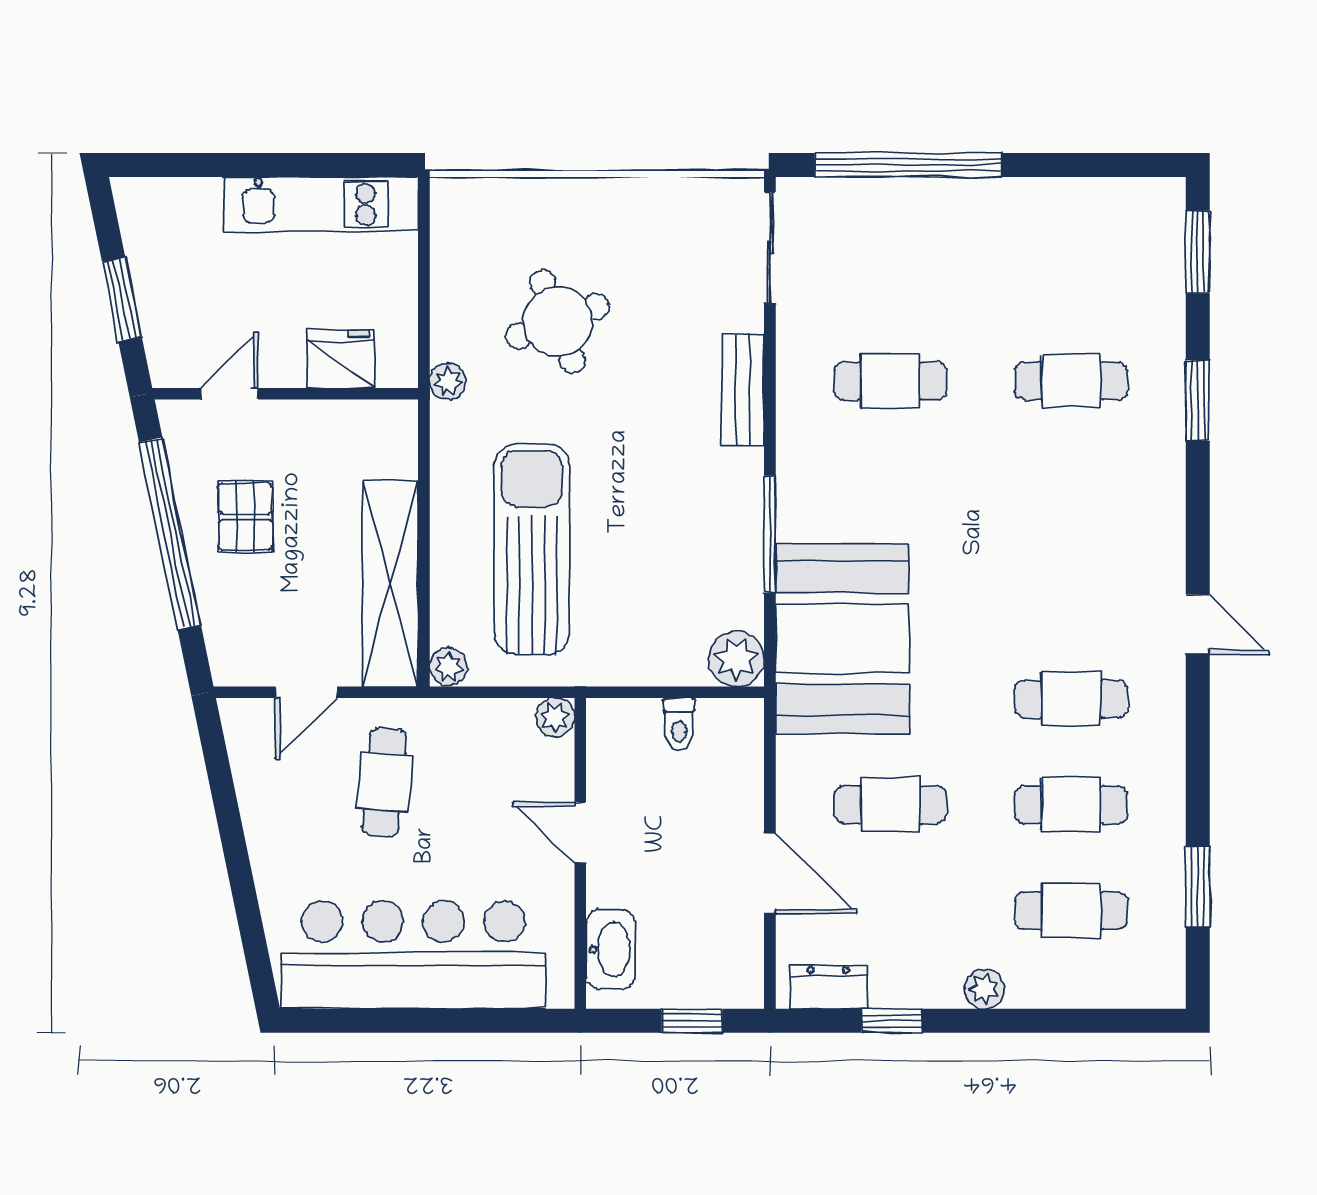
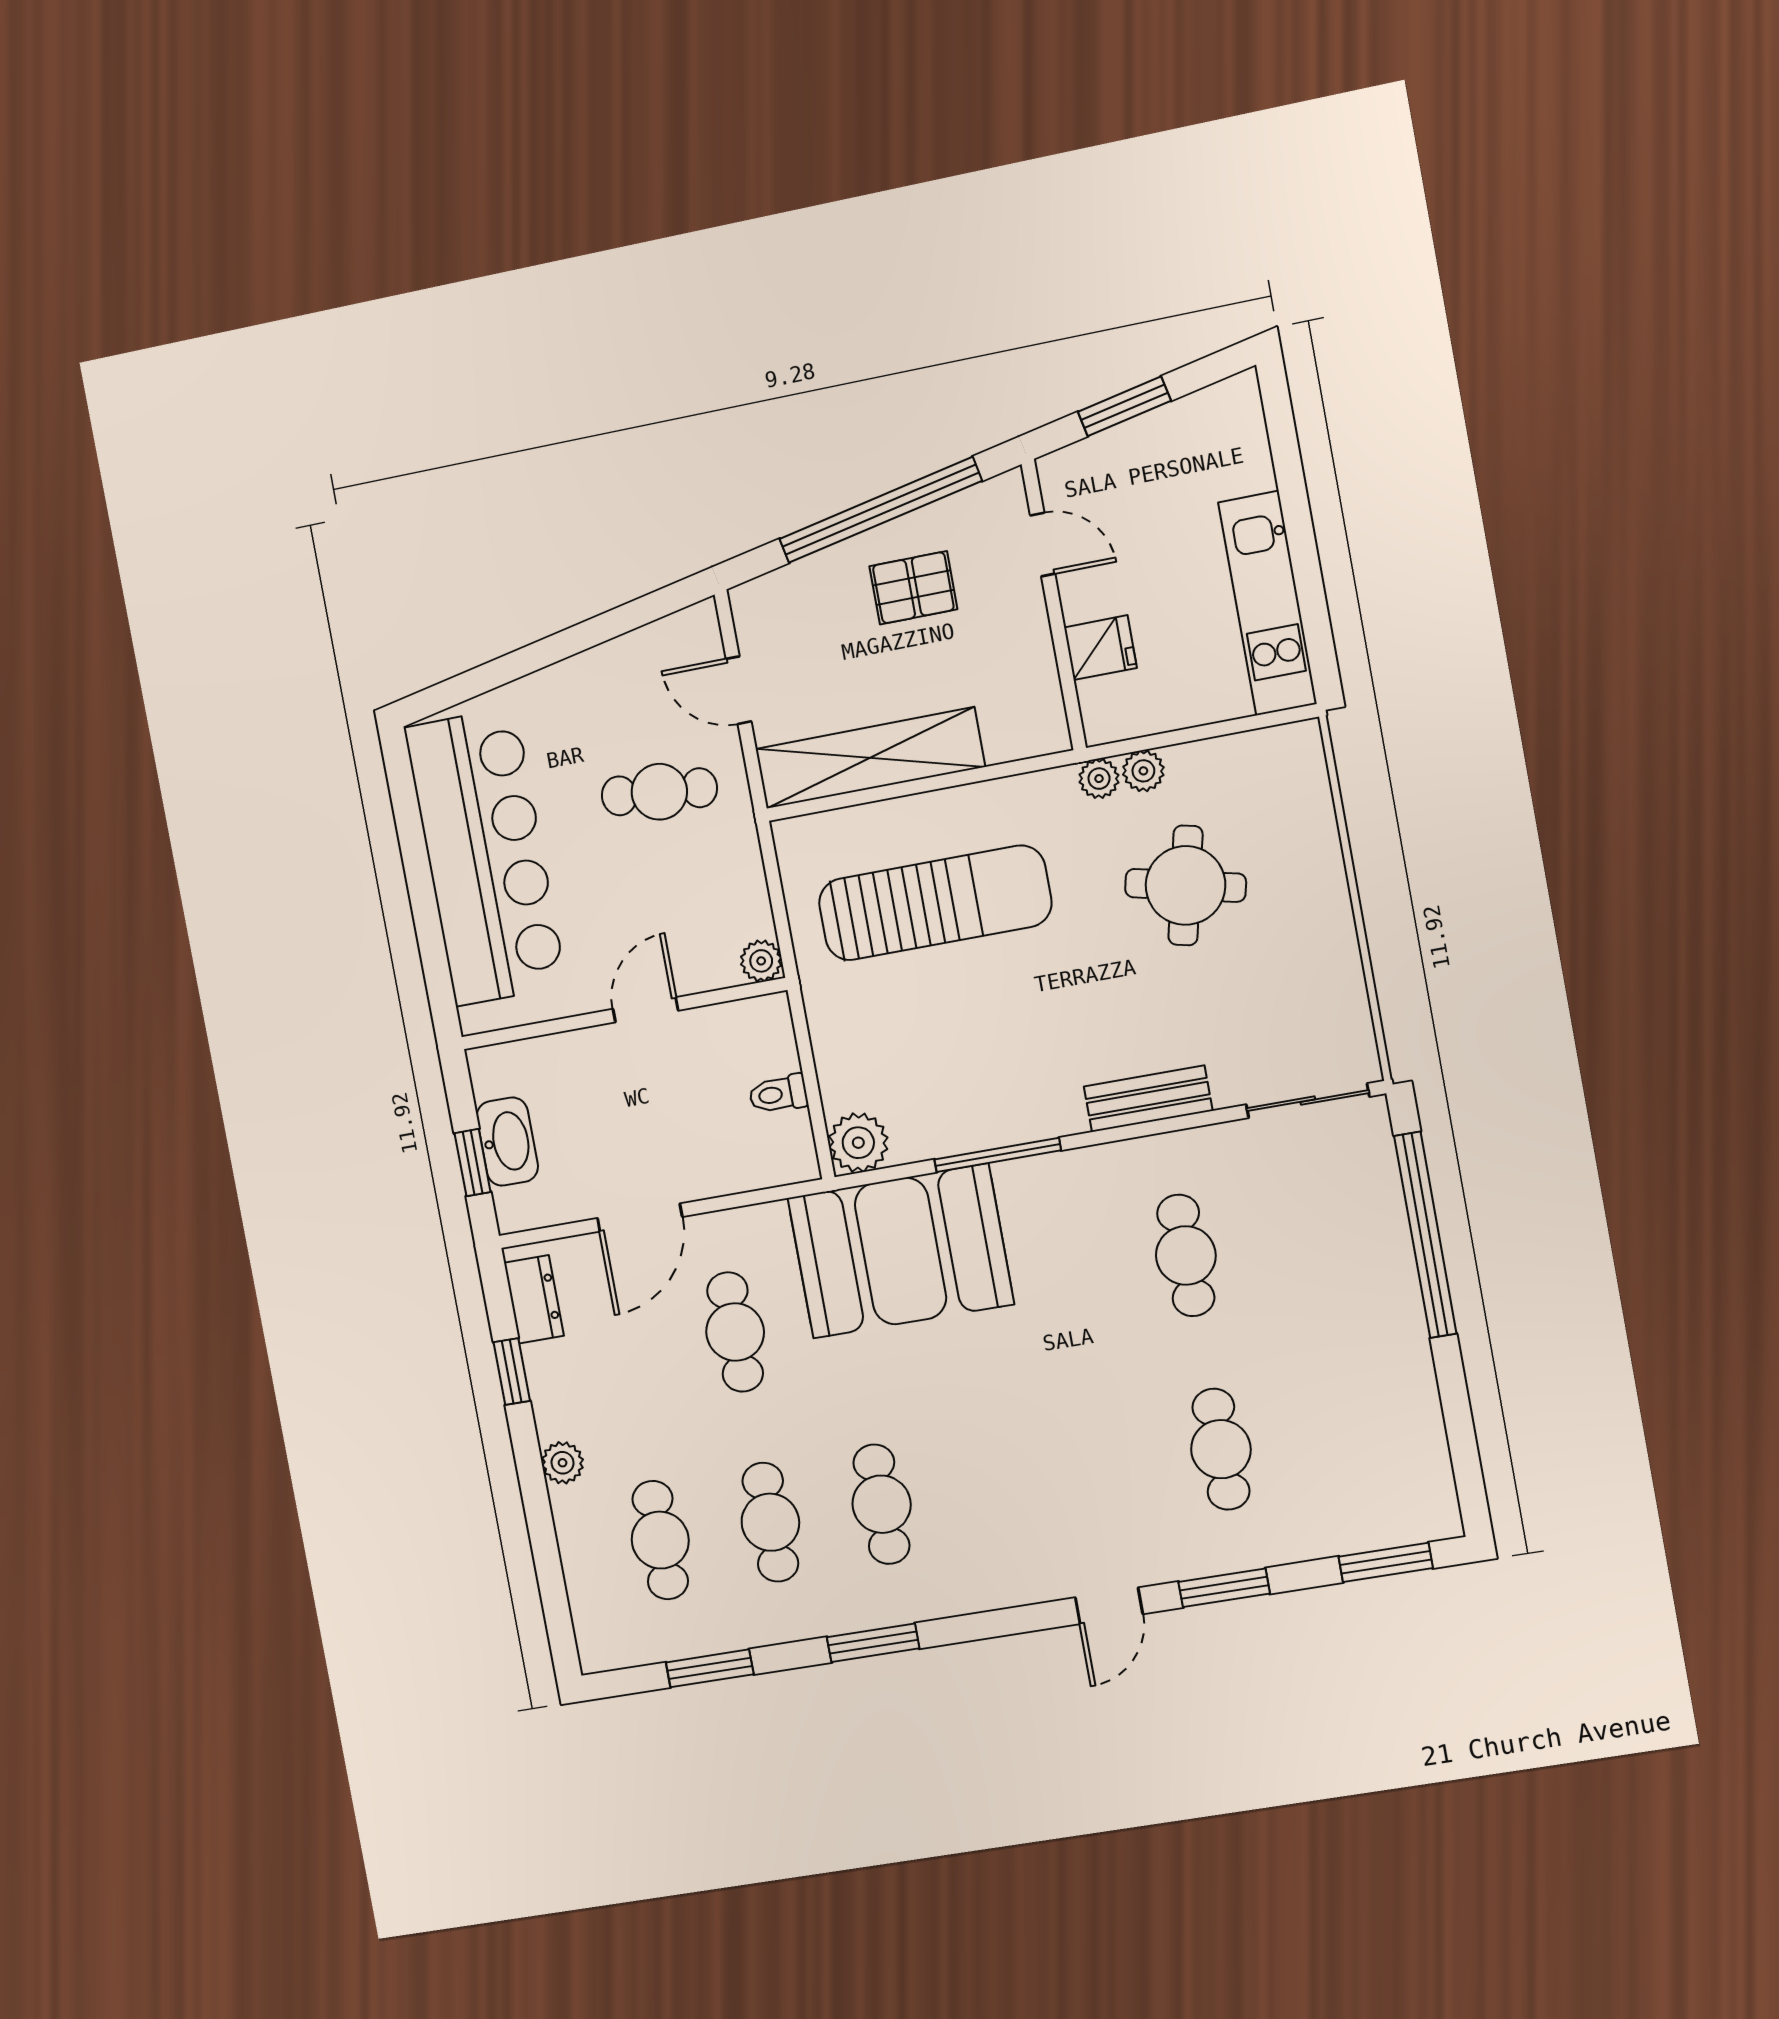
round table: (558, 322) -> (1186, 885), turned 34
fridge: (341, 359) -> (1100, 648), width x0.72
door: (1198, 624) -> (1109, 1606), moved
plant: (448, 667) -> (1143, 771), moved
window: (1198, 730) -> (873, 1643), added
washbasin: (611, 949) -> (507, 1142), moved, turned -90

